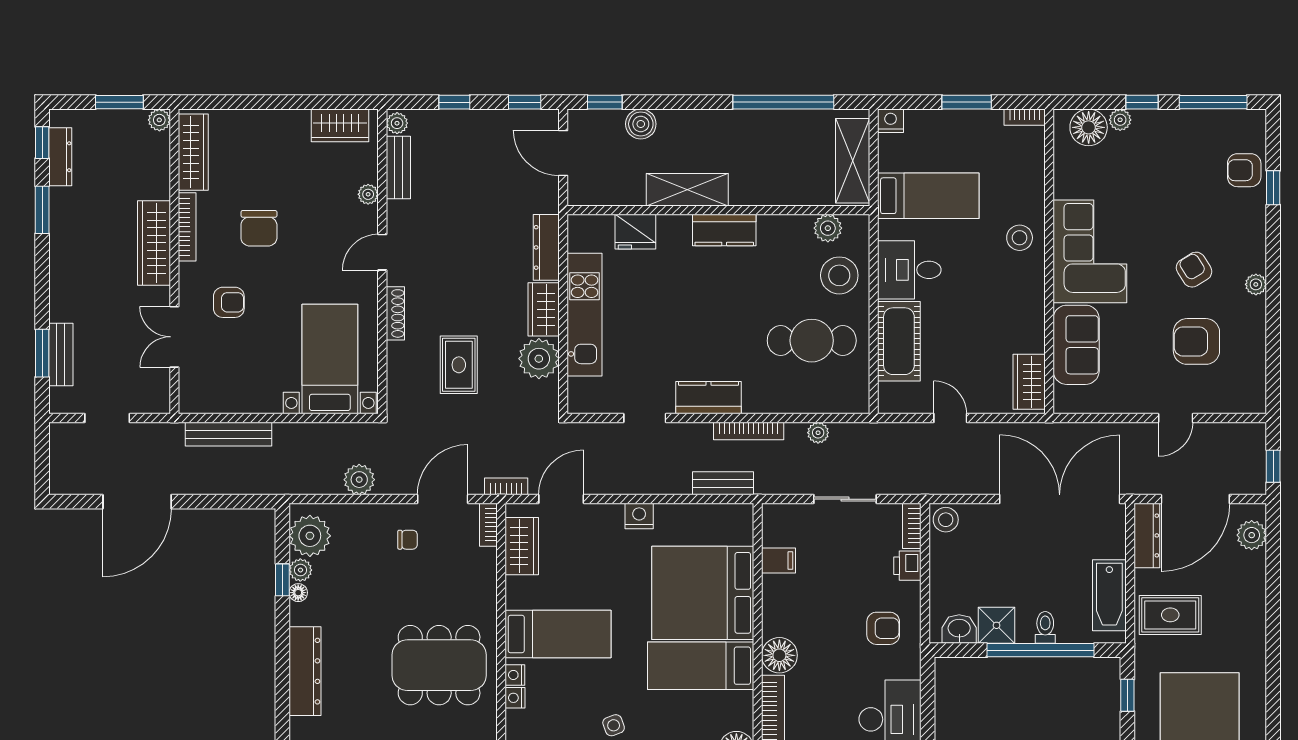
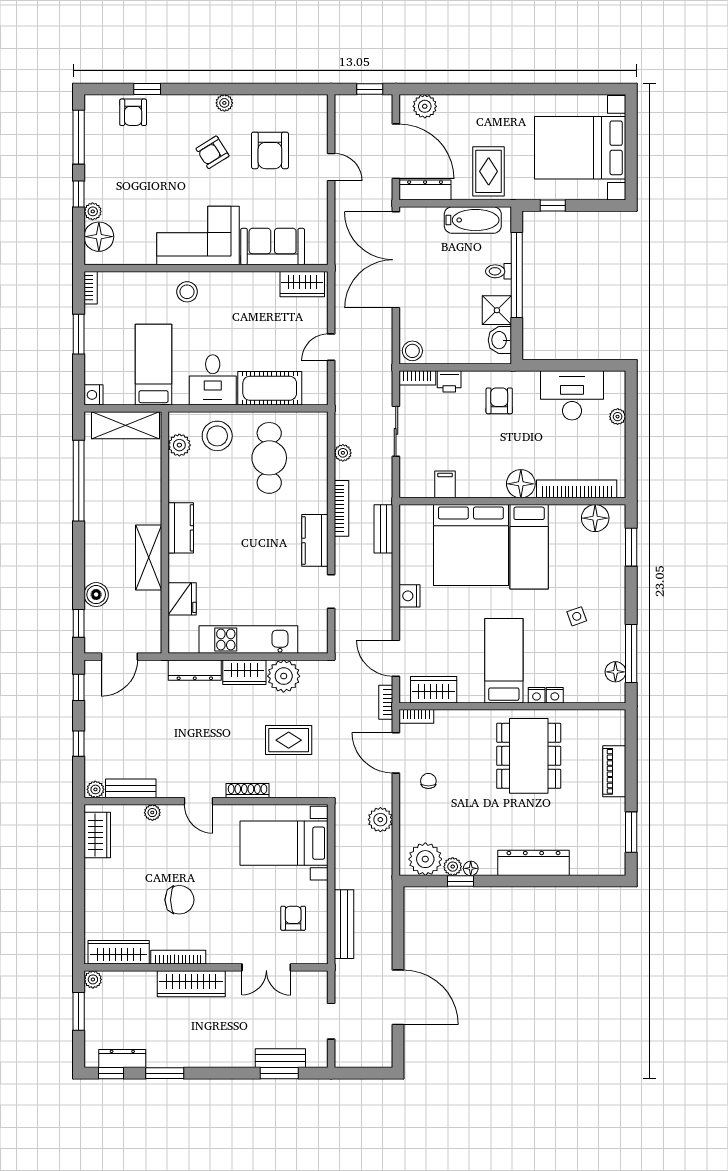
armchair: (229, 302) -> (293, 918), moved

